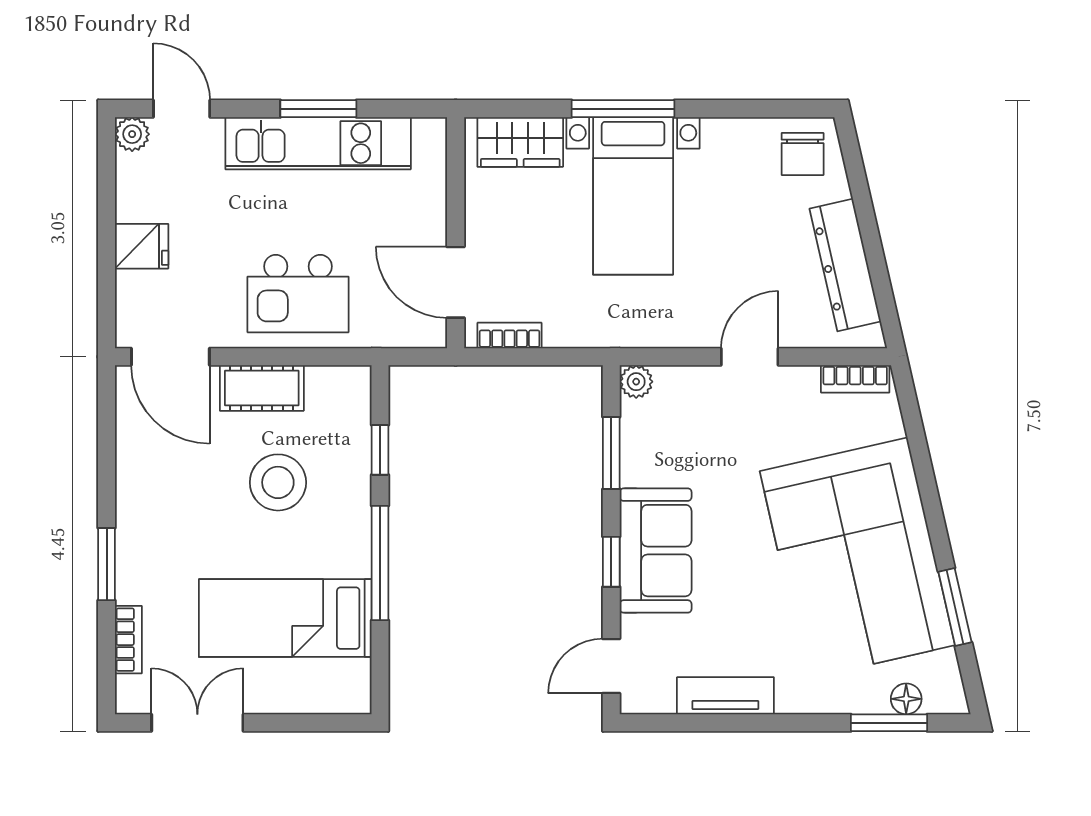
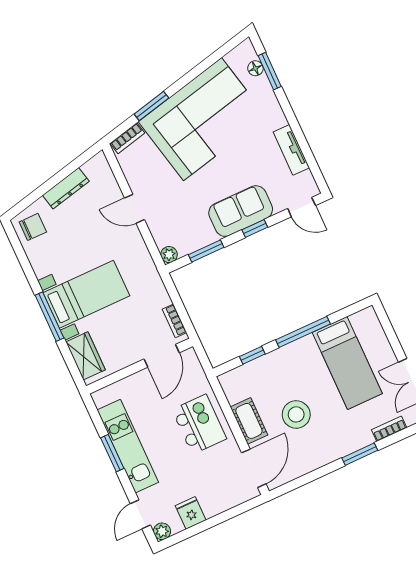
fridge: (142, 246) -> (191, 513), moved
dresser: (845, 265) -> (66, 188), width x0.73, depth x0.80
bookcase: (855, 379) -> (127, 138), moved, turned 77
stool: (278, 482) -> (296, 414), moved
window: (955, 607) -> (151, 106), moved

